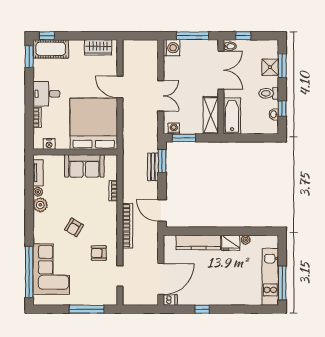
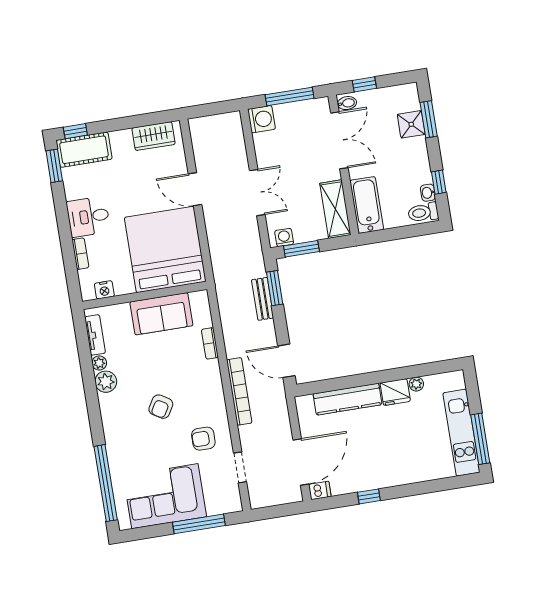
toilet: (269, 93) -> (423, 212), moved
corner sofa: (51, 269) -> (165, 496), moved, turned -90

